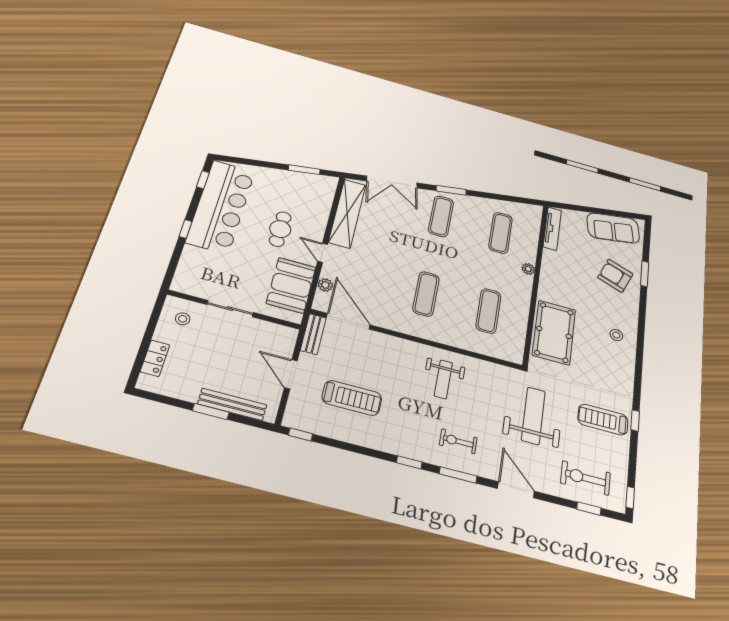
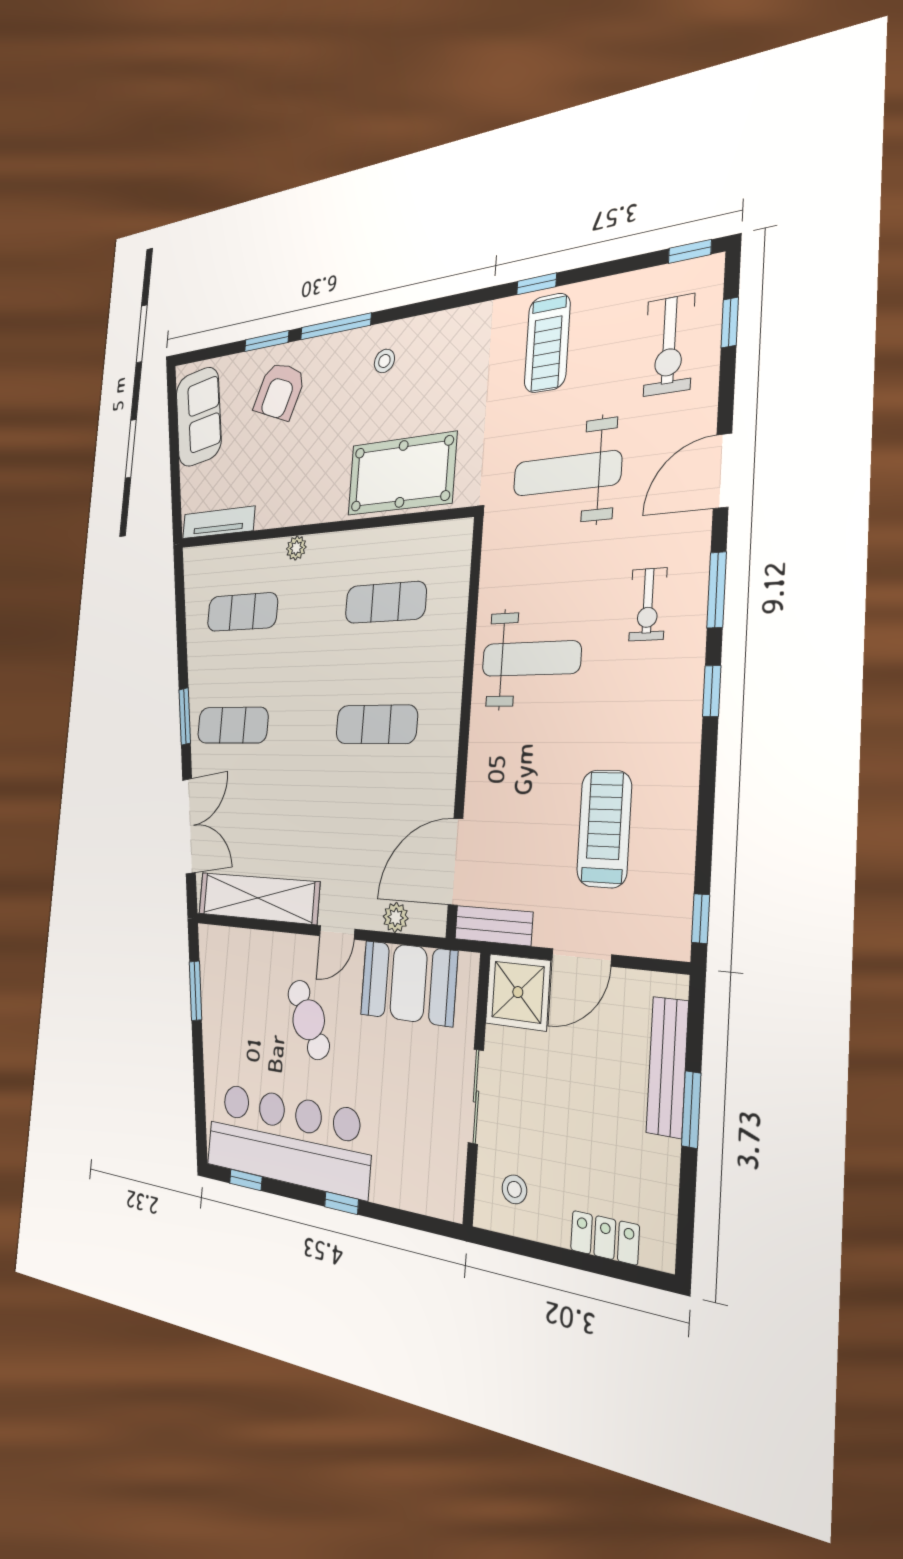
cafe table: (280, 229) -> (309, 1020), turned 59
window: (642, 313) -> (335, 326), added
shower: (278, 340) -> (518, 992), added
weight bench: (443, 379) -> (531, 659), width x1.36, depth x1.33

